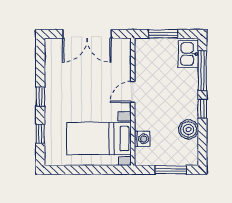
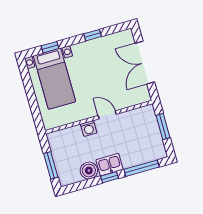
kitchen sink: (188, 54) -> (110, 165), moved
window: (40, 97) -> (92, 35), moved
bed with nightstands: (99, 139) -> (55, 79), moved, turned 180
washing machine: (142, 139) -> (89, 129), moved

